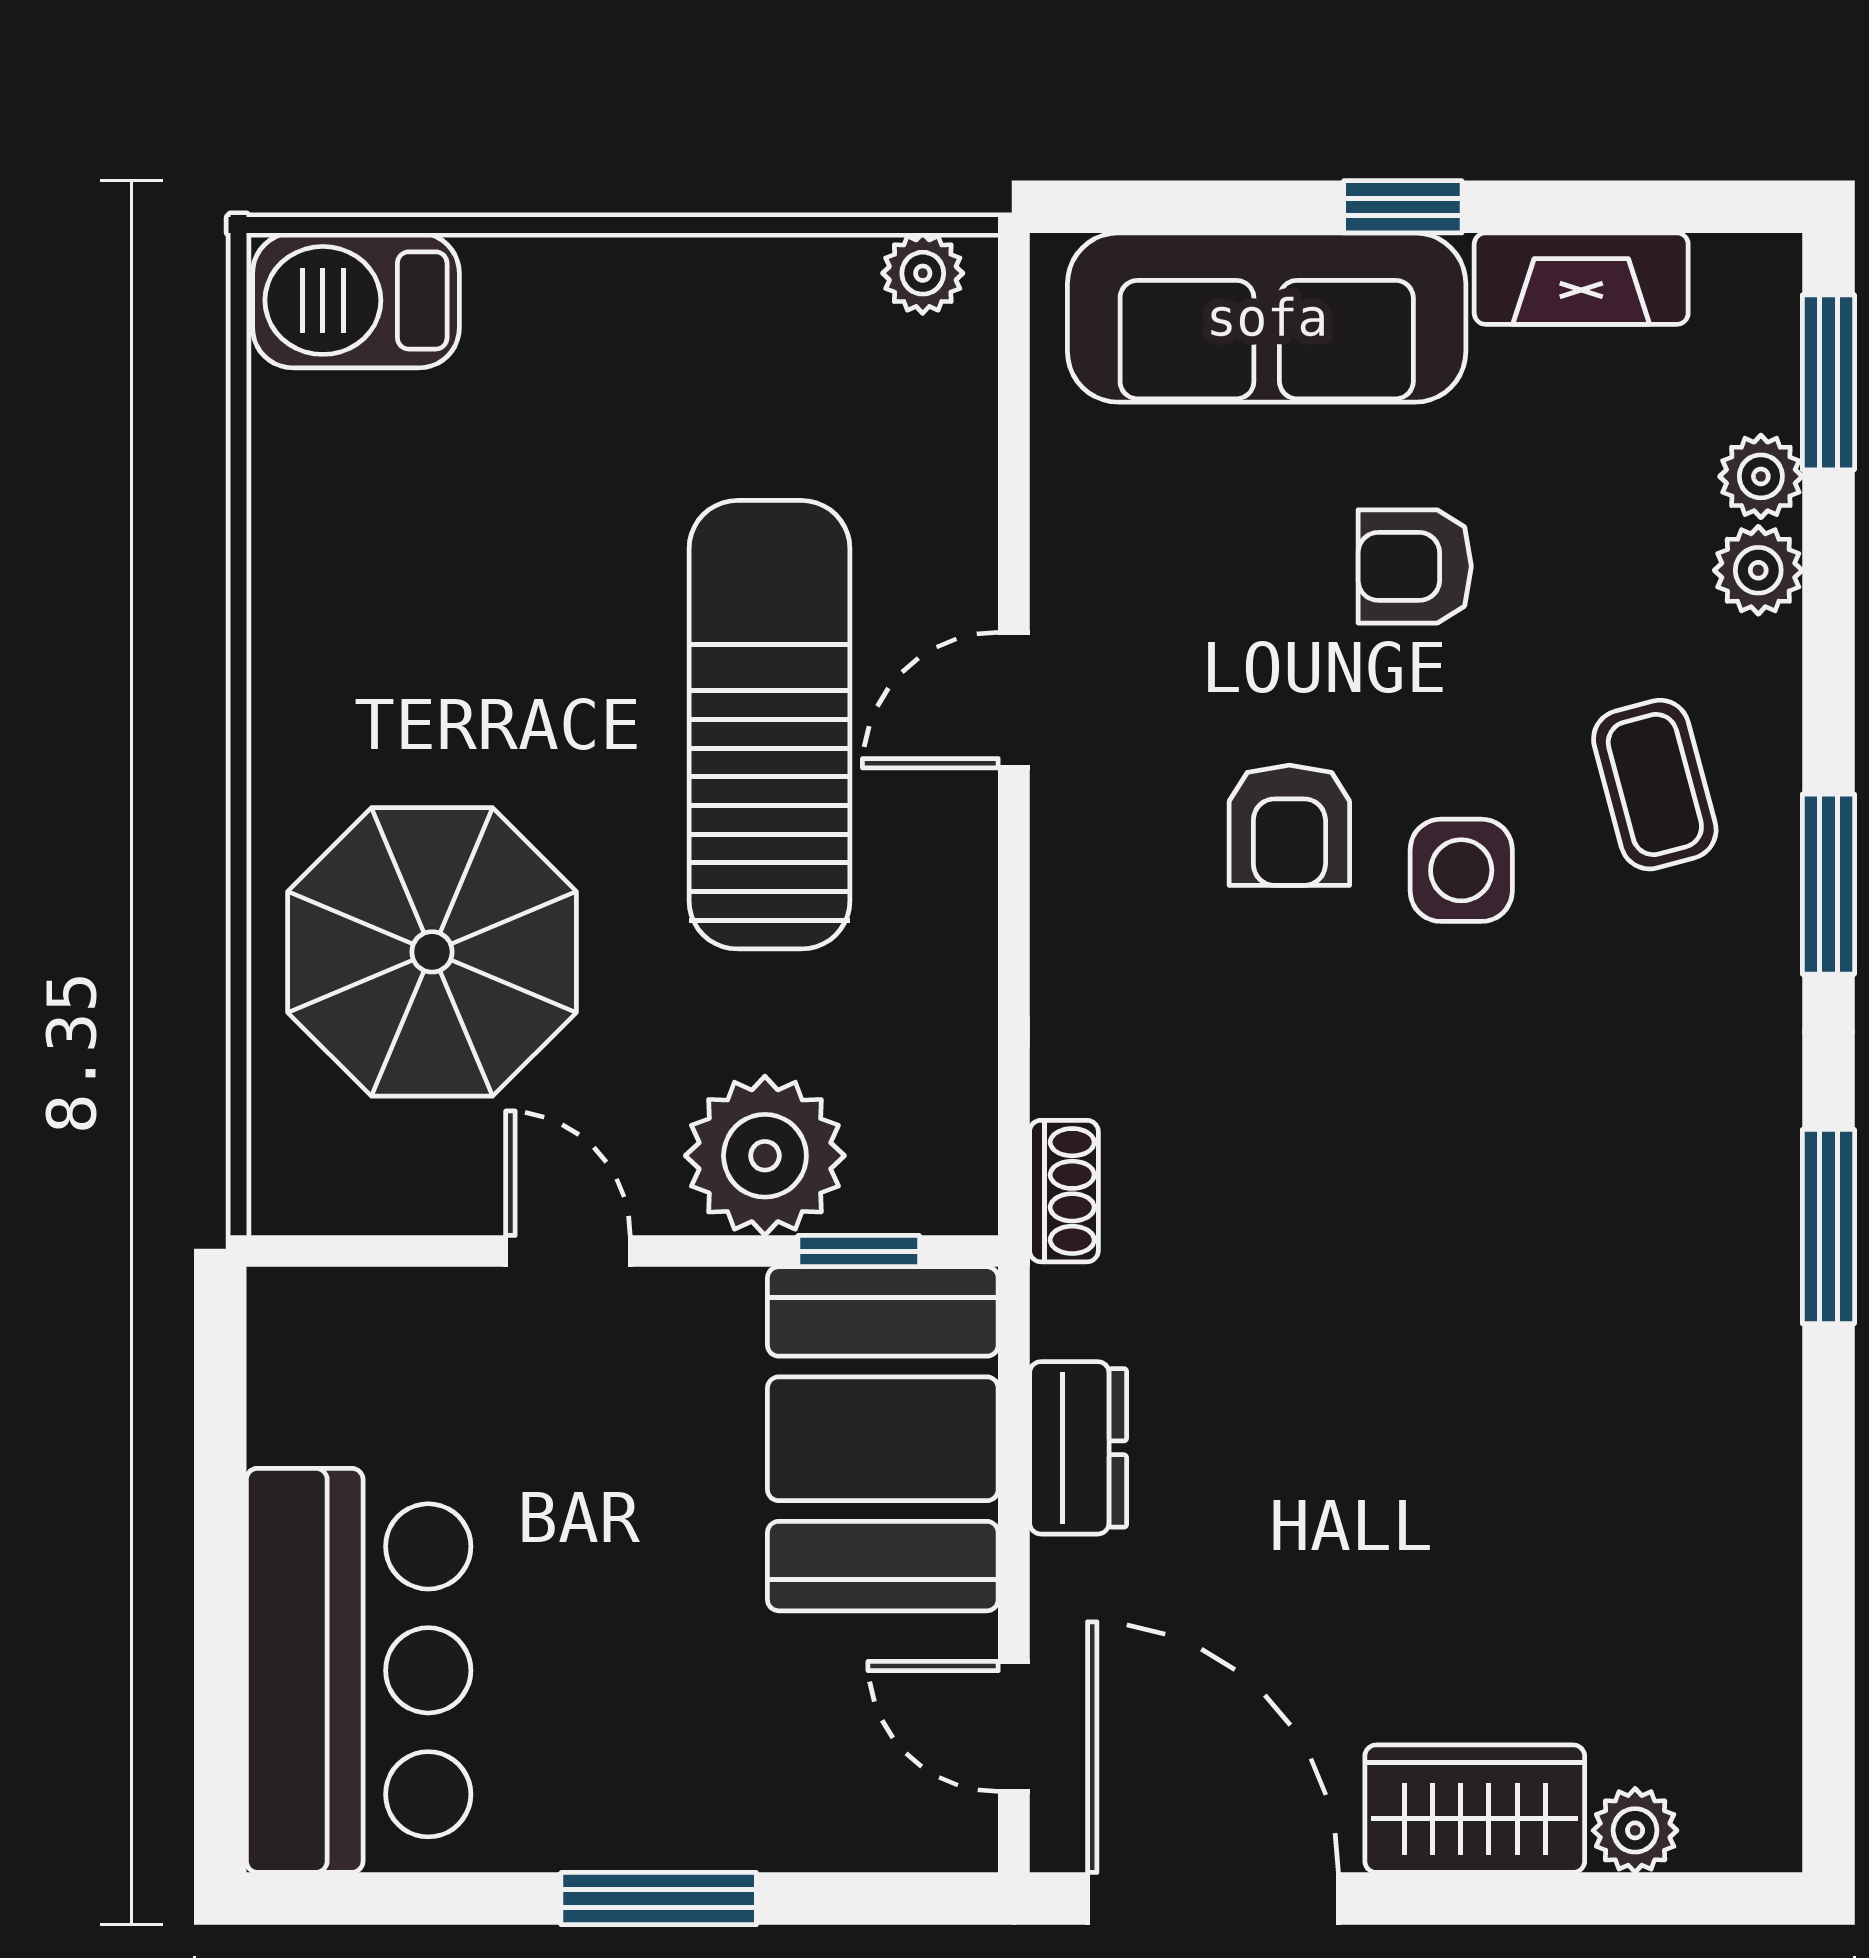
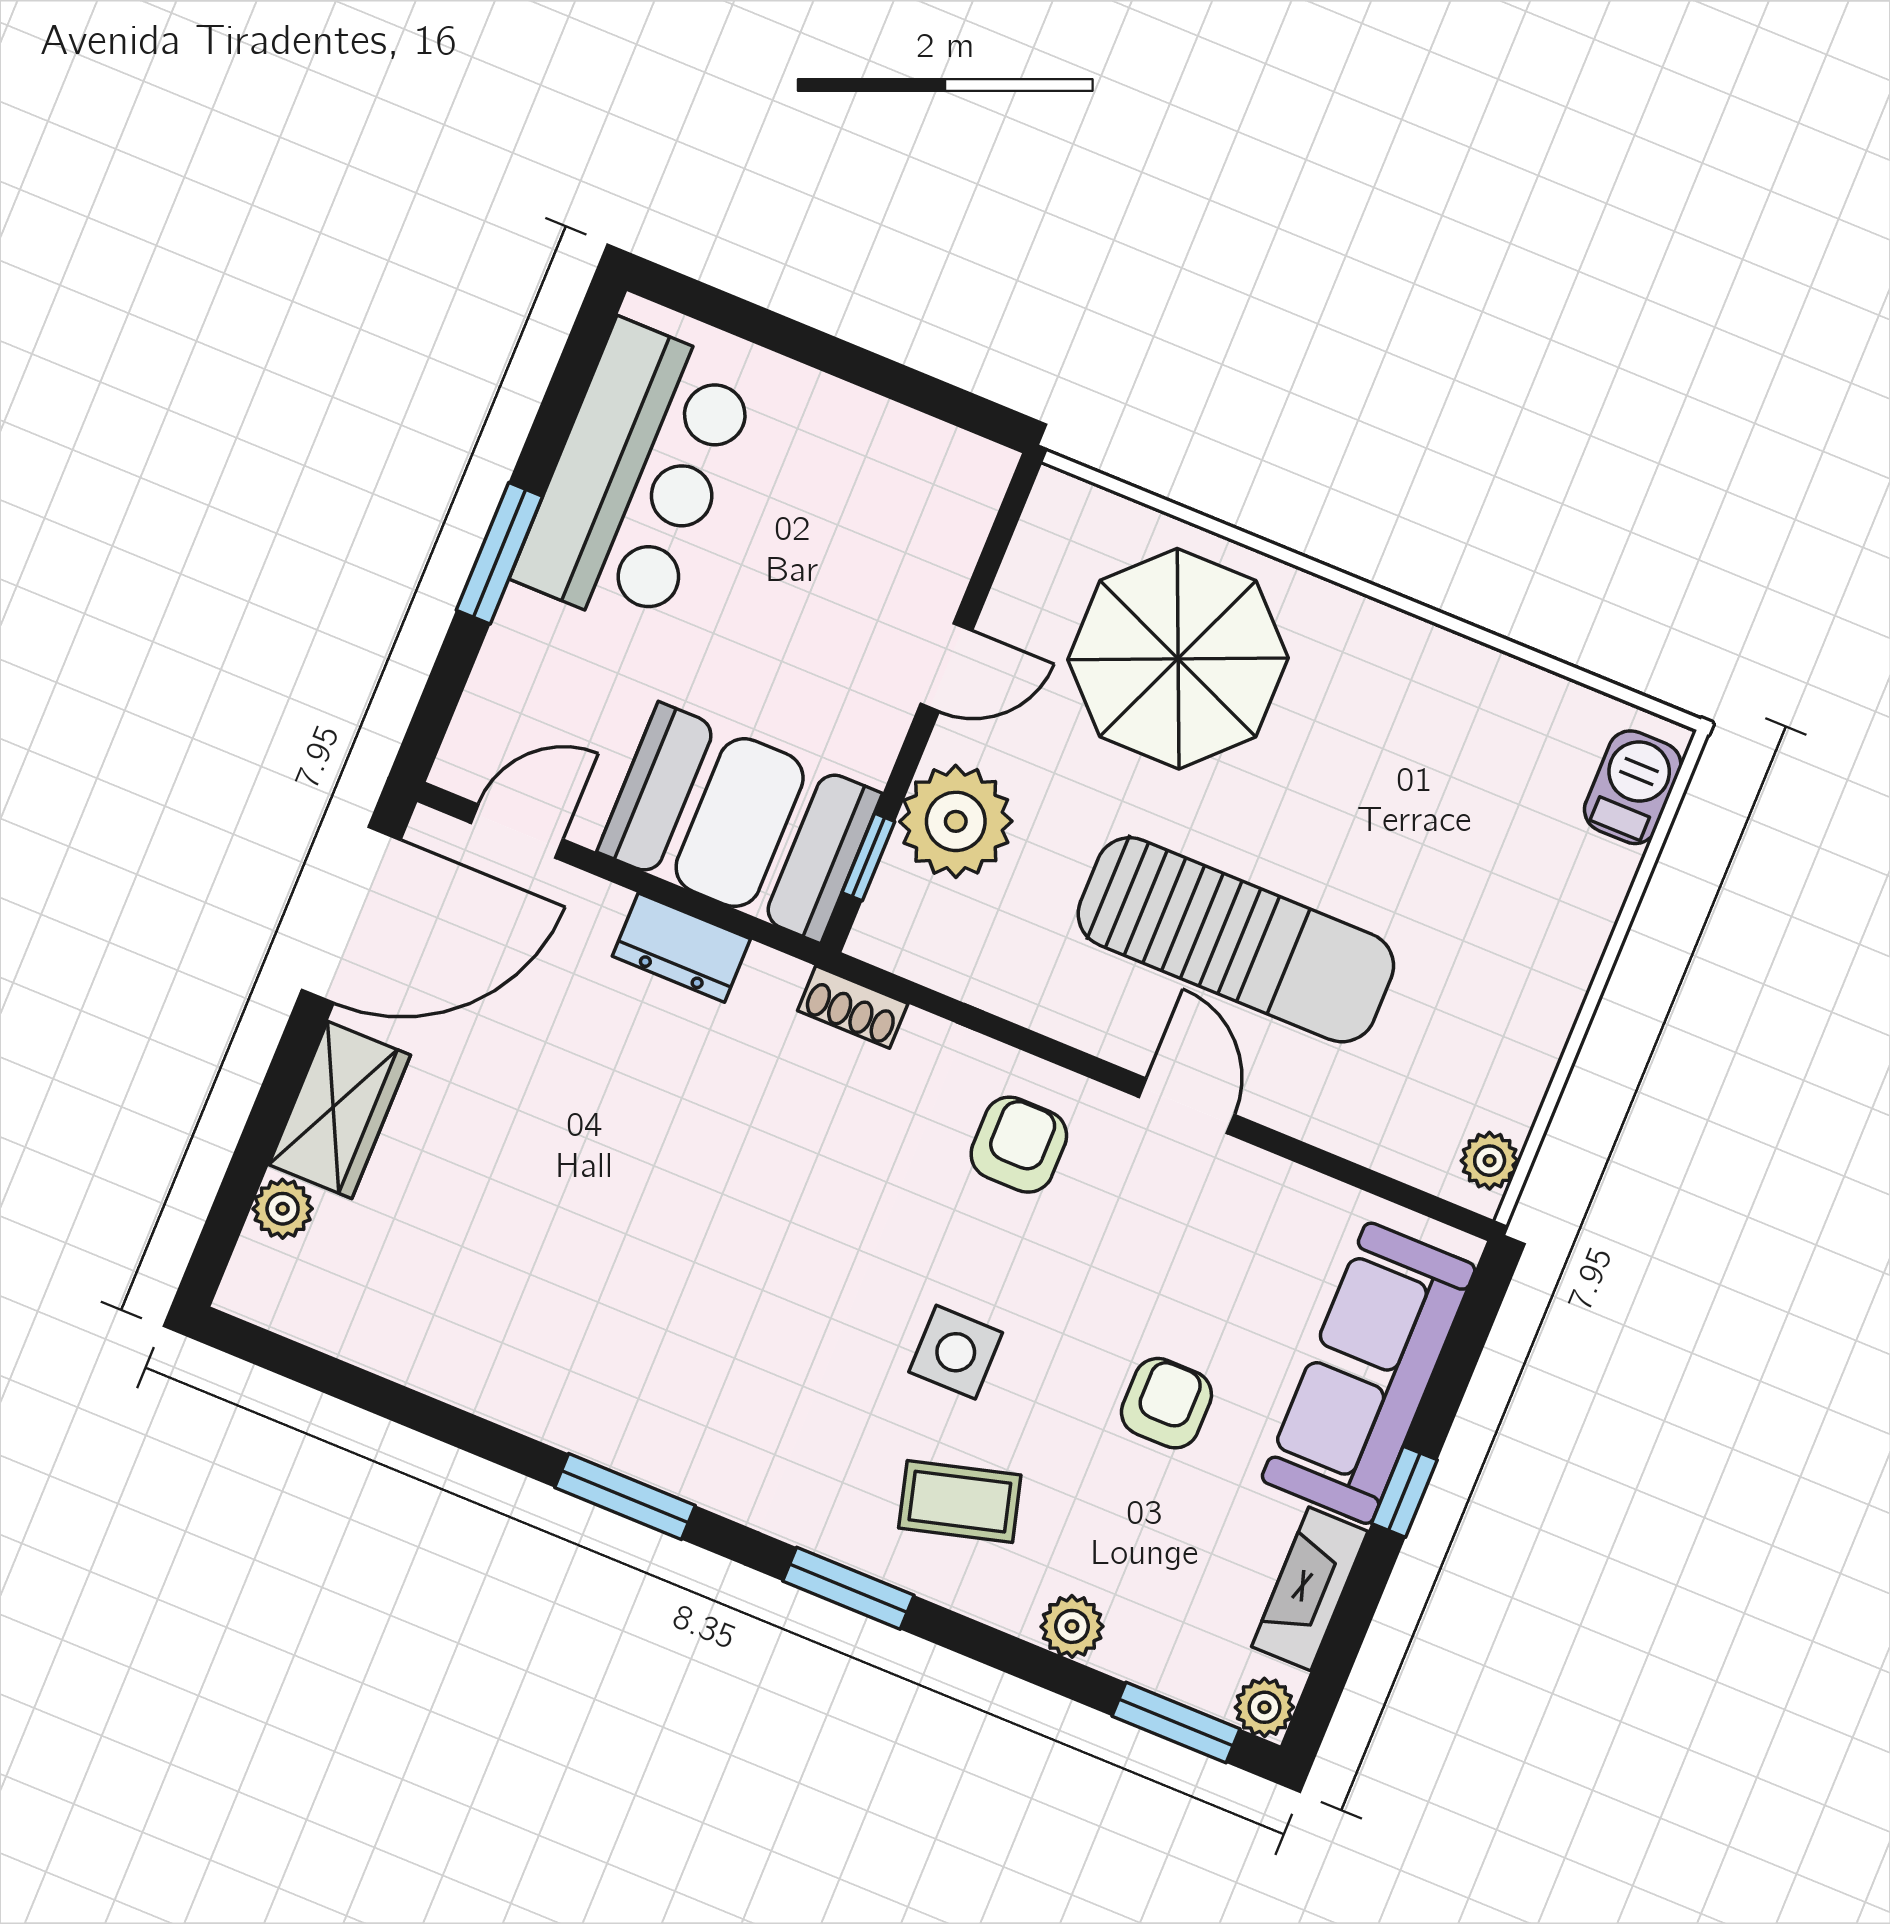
barbecue: (356, 300) -> (1633, 787), width x0.73, depth x0.79
plant: (1761, 476) -> (1264, 1707), moved
armchair: (1289, 825) -> (1019, 1145), moved, turned 90
bar counter: (359, 1670) -> (636, 477), moved, turned -90

